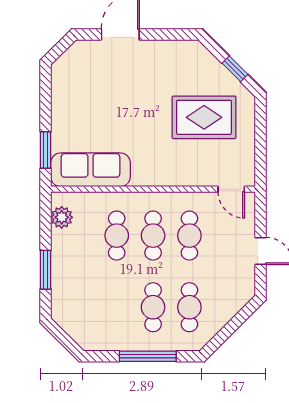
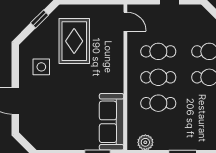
side table: (168, 71) -> (41, 67), added
door: (231, 189) -> (125, 22), hinge flipped

